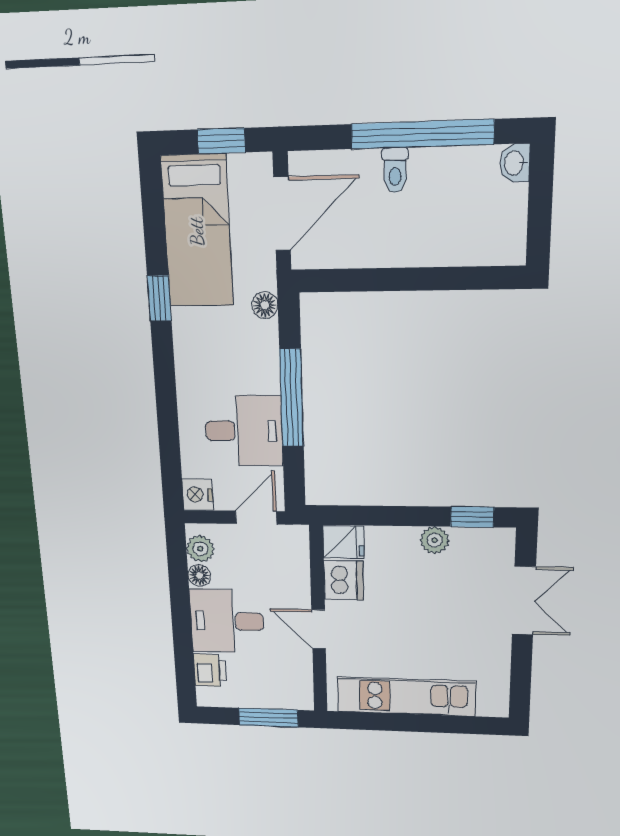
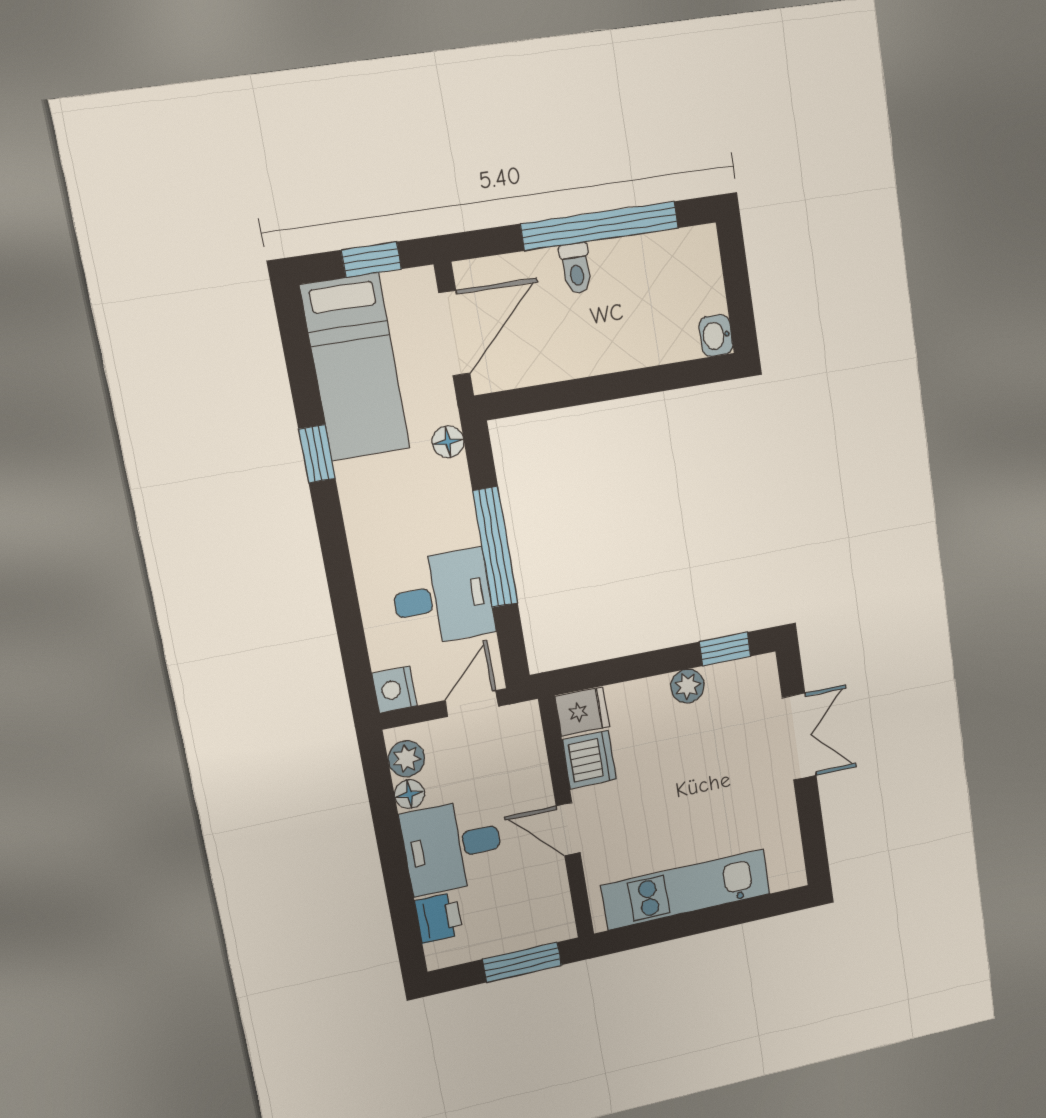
washbasin: (515, 163) -> (716, 336), moved

